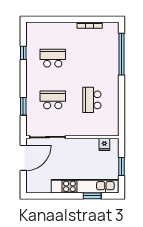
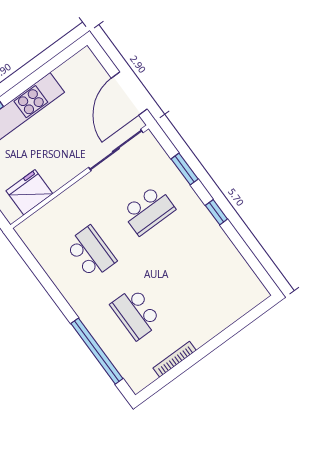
window: (23, 53) -> (216, 212), moved
school desk: (53, 58) -> (136, 313), moved, turned 90
fridge: (104, 144) -> (29, 192), width x1.88, depth x1.34

